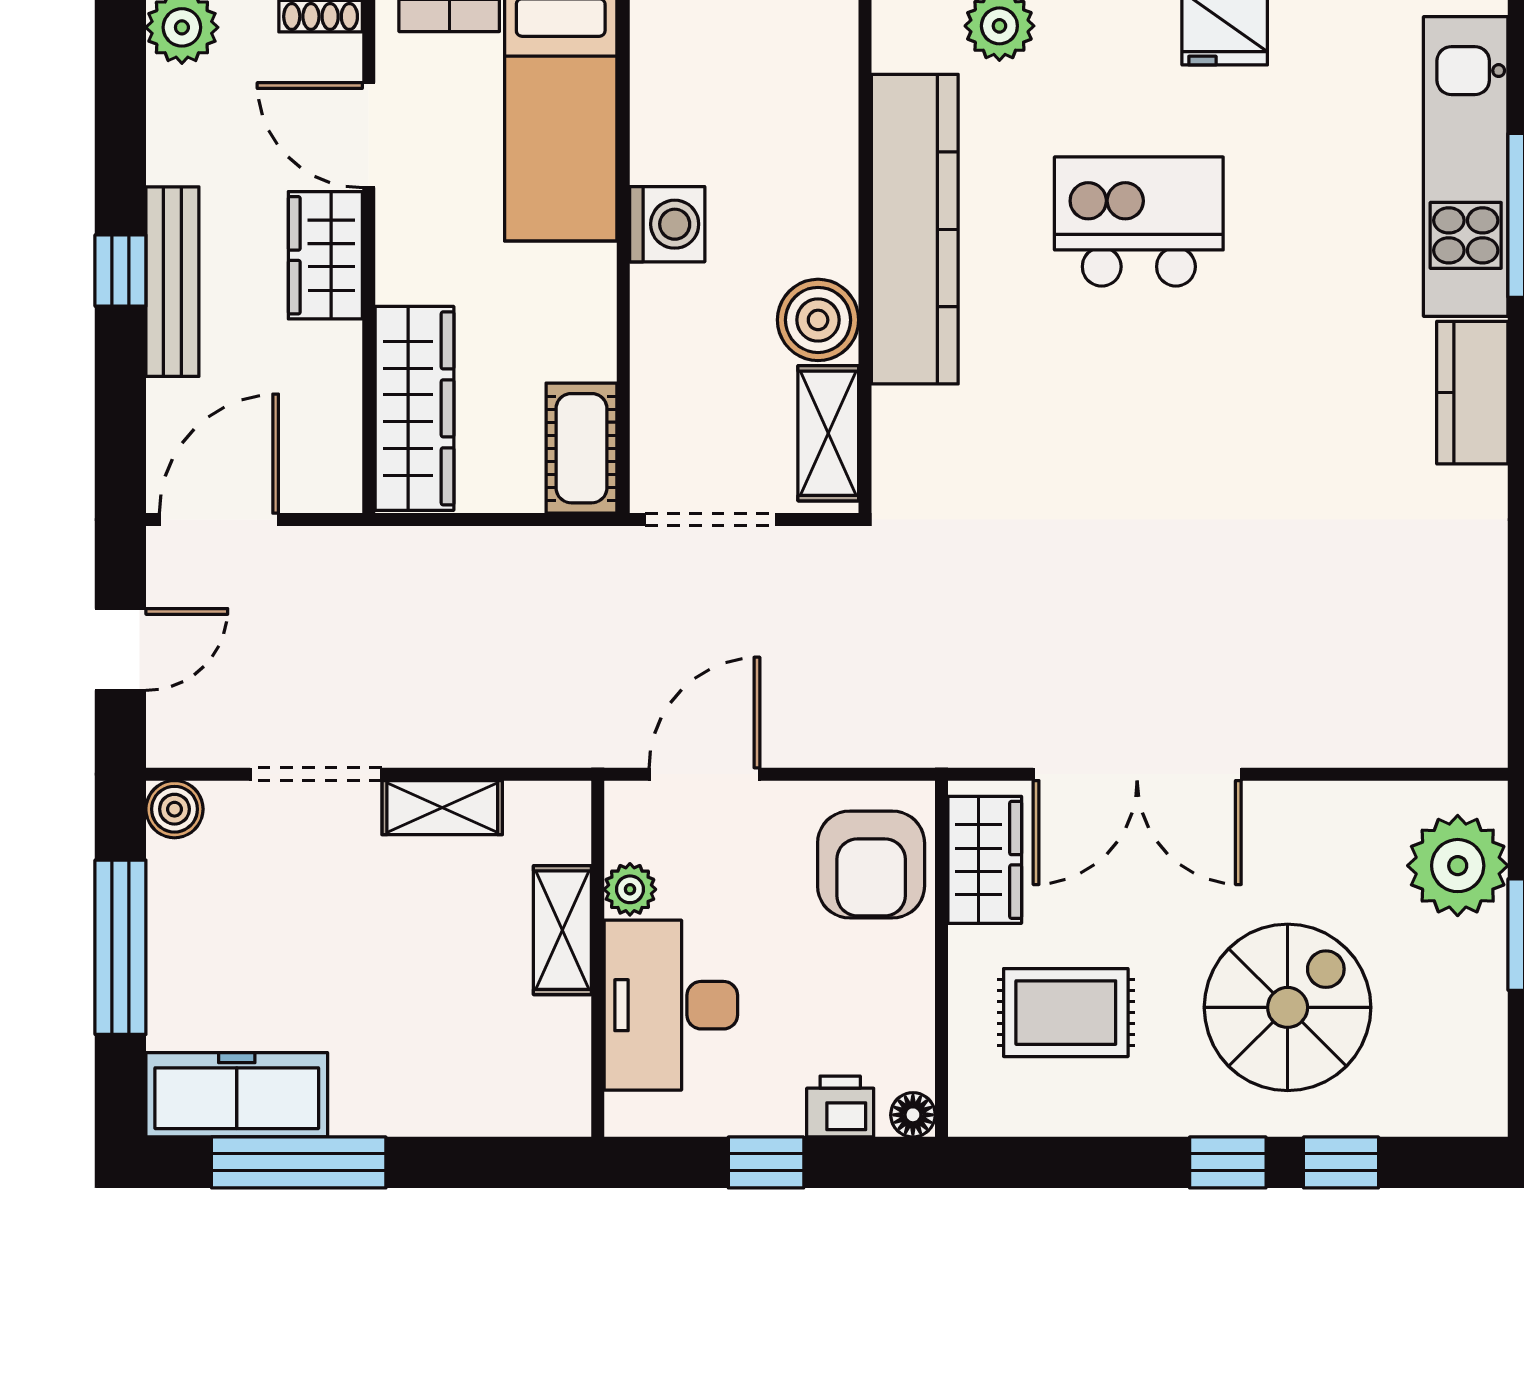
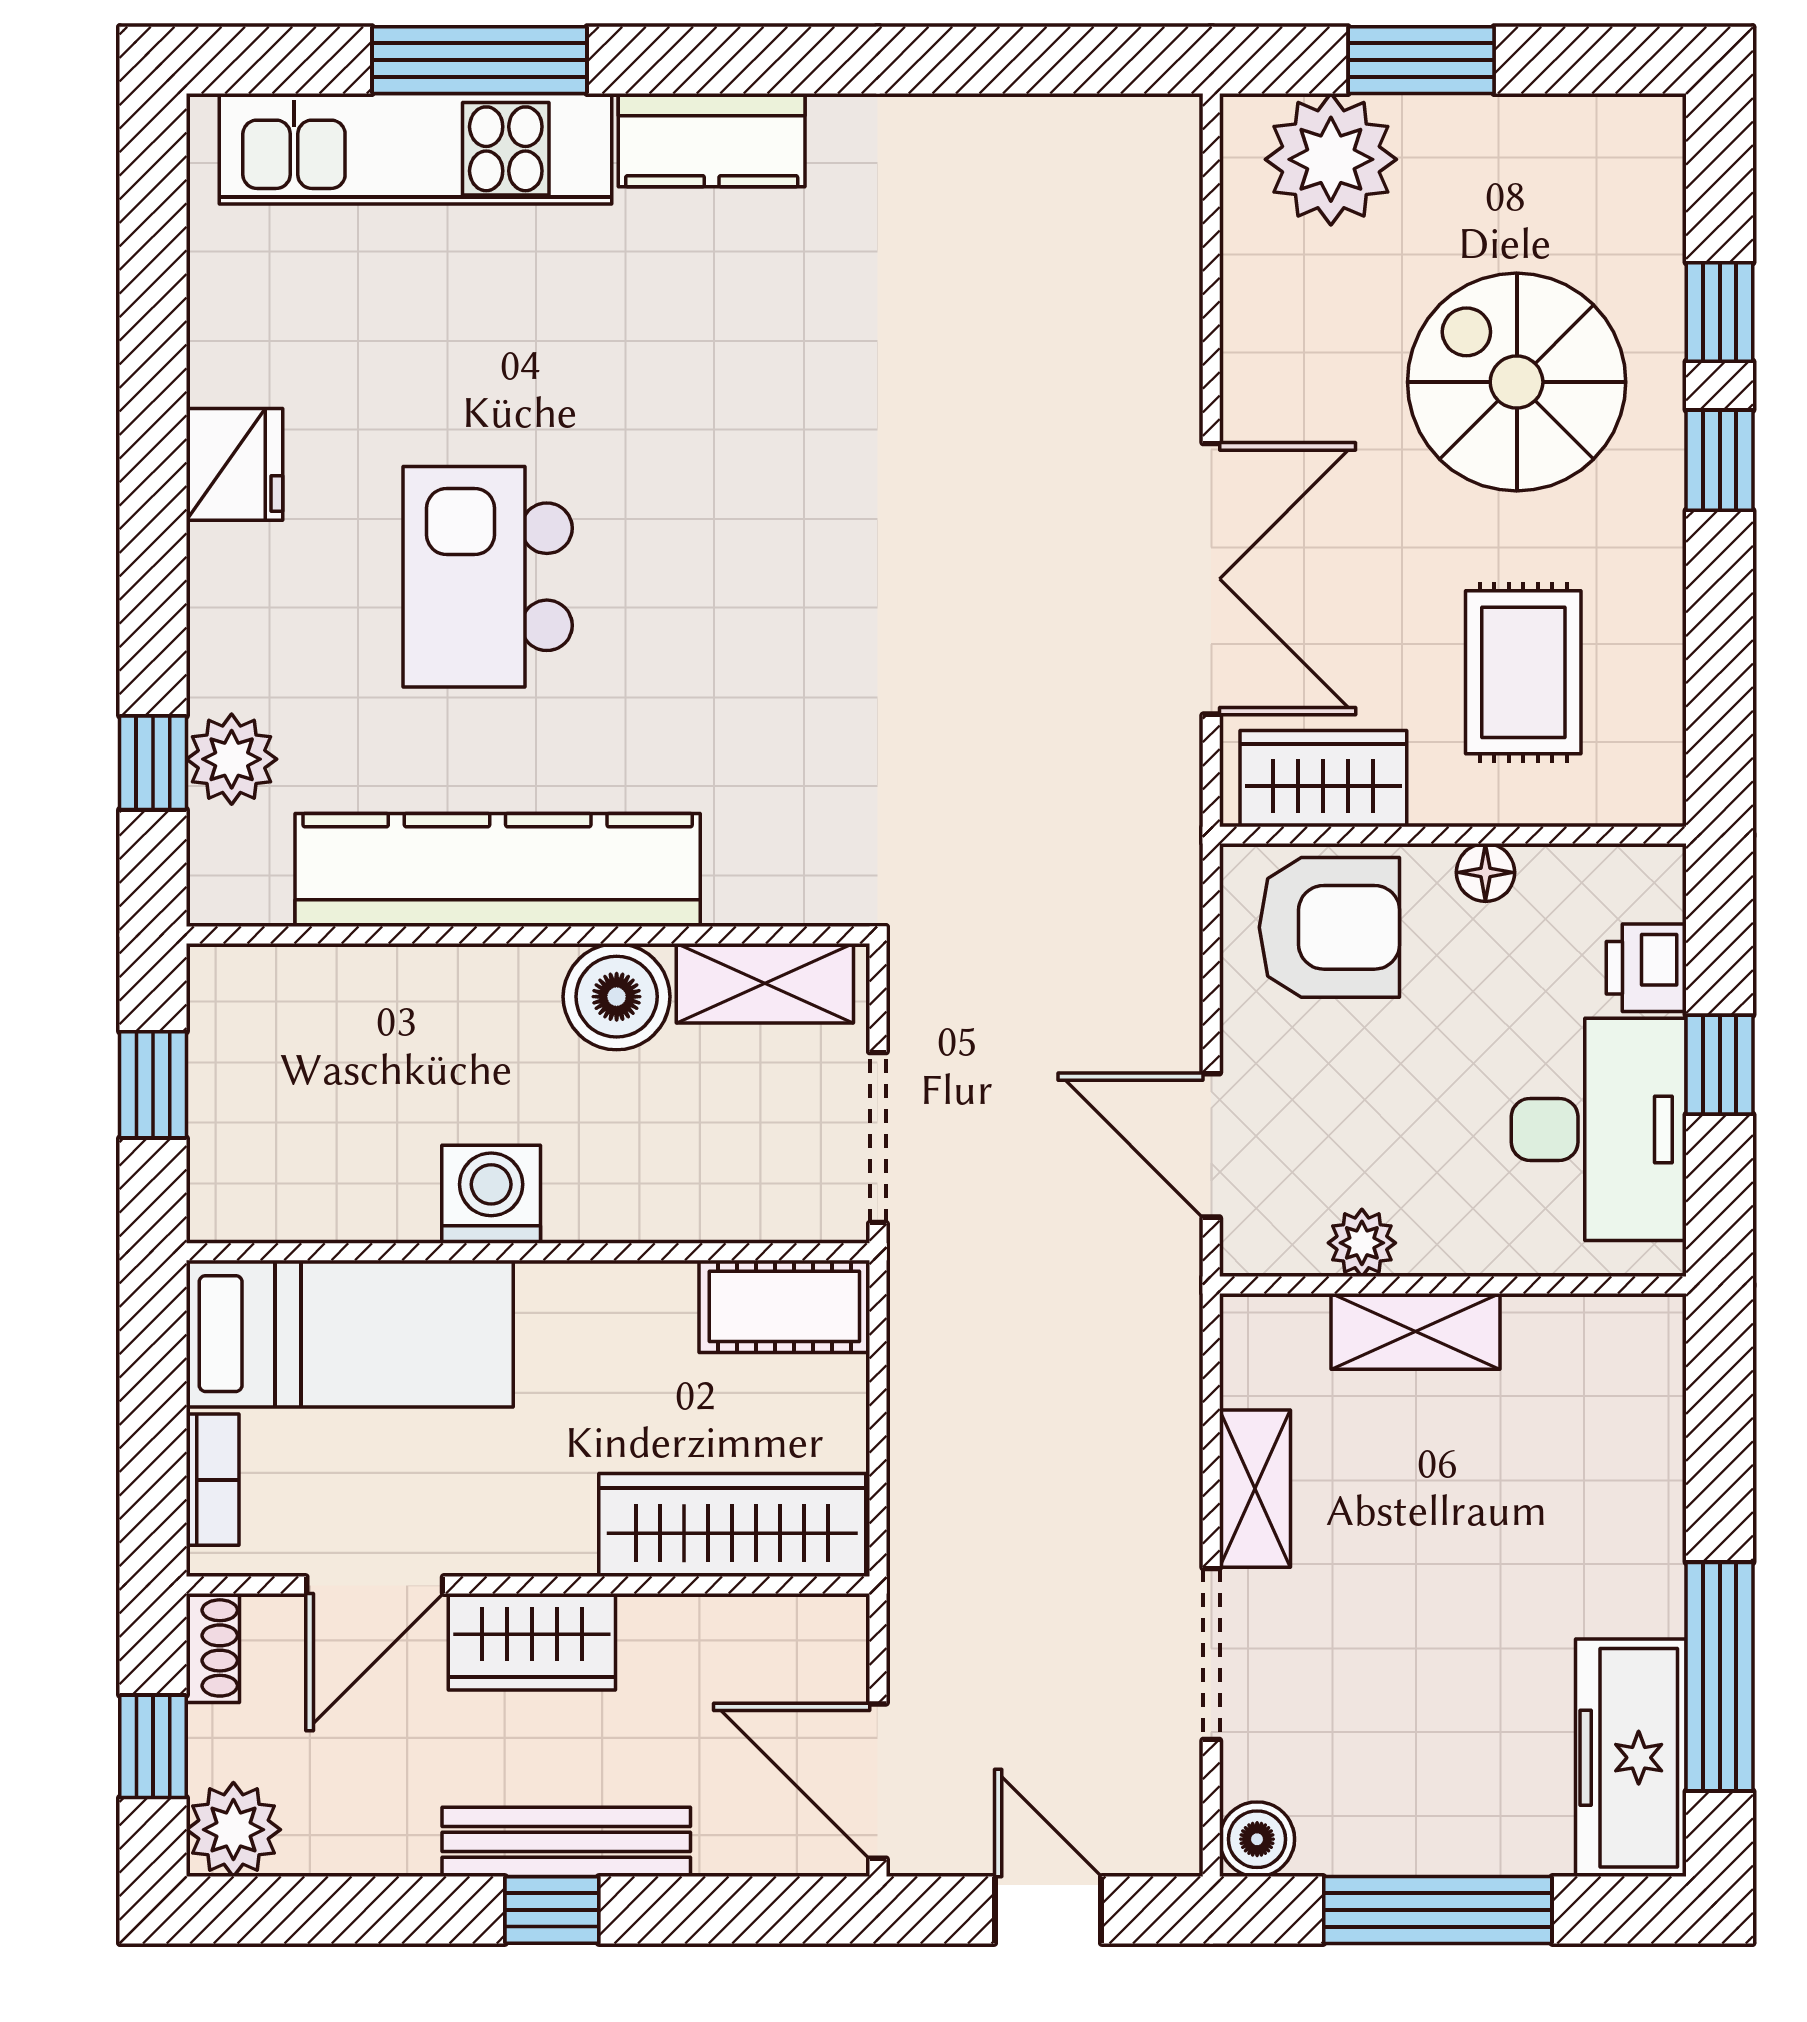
desk: (671, 1005) -> (1599, 1129), moved, turned -90
floor lamp: (913, 1115) -> (1485, 872), moved

